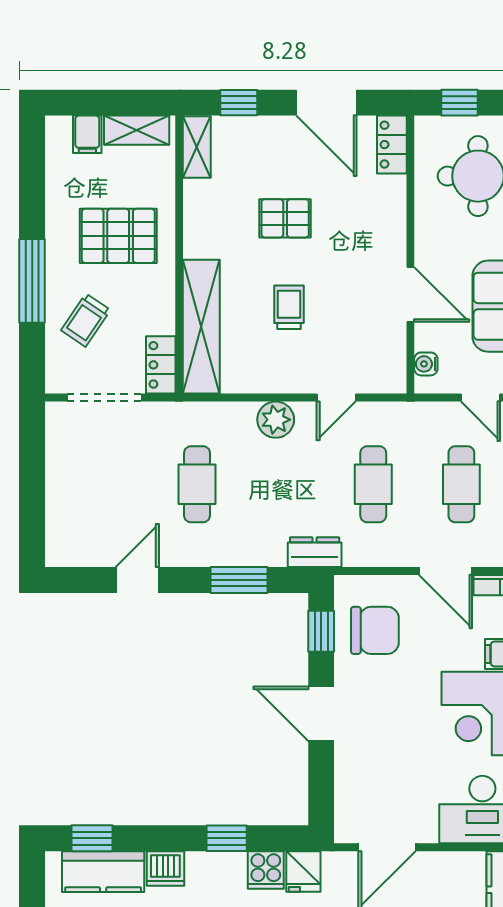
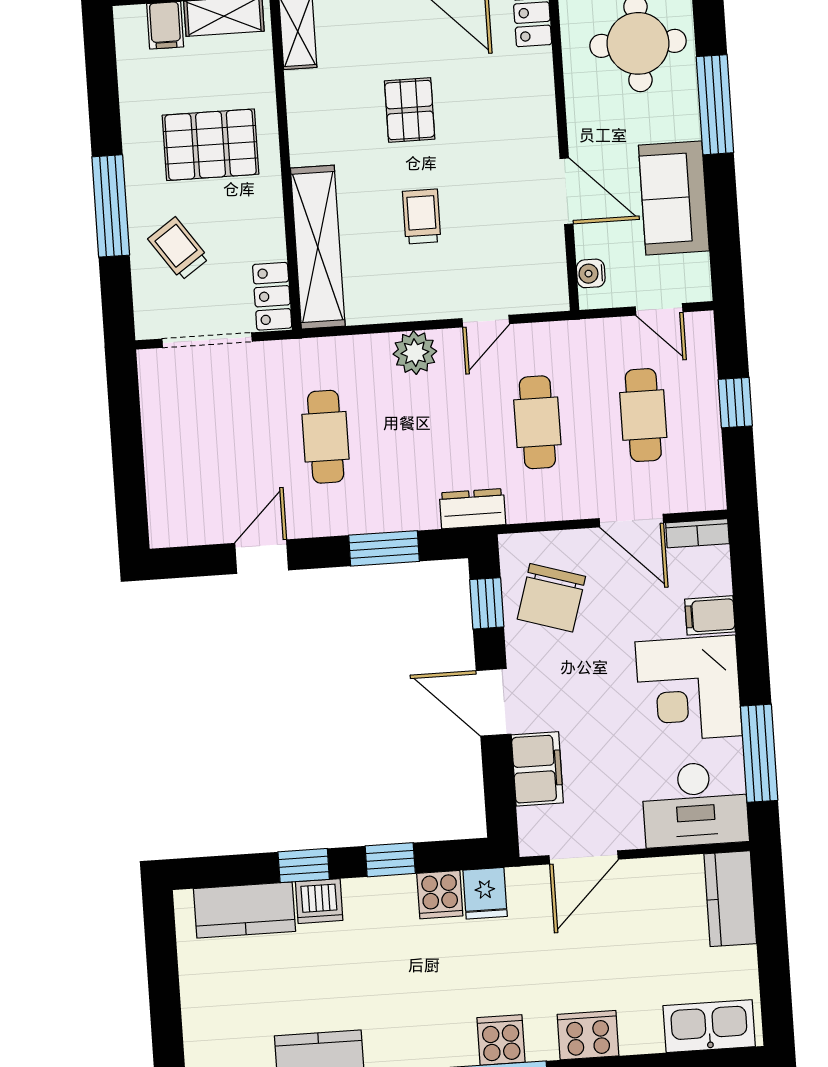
pallet: (285, 218) -> (410, 110), turned 90
trolley: (86, 320) -> (178, 249), turned 111
chair: (375, 630) -> (551, 598), turned 107
filing cabinet: (354, 771) -> (537, 769), added
window: (92, 838) -> (304, 866), moved

